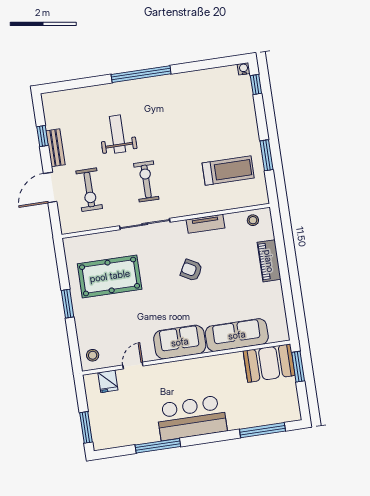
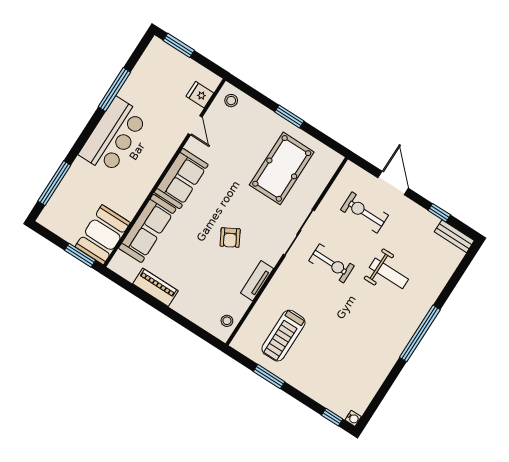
bench: (55, 148) -> (454, 236), moved
piano: (269, 261) -> (155, 287), moved
armchair: (191, 270) -> (230, 238), turned 122

